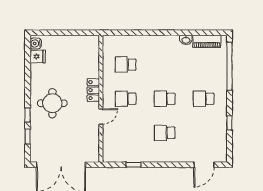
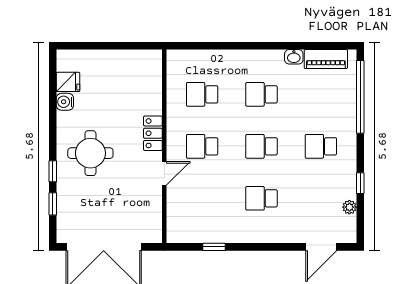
water cooler: (36, 44) -> (65, 102), moved
school desk: (165, 65) -> (262, 94), added
plant: (222, 139) -> (349, 207), added

